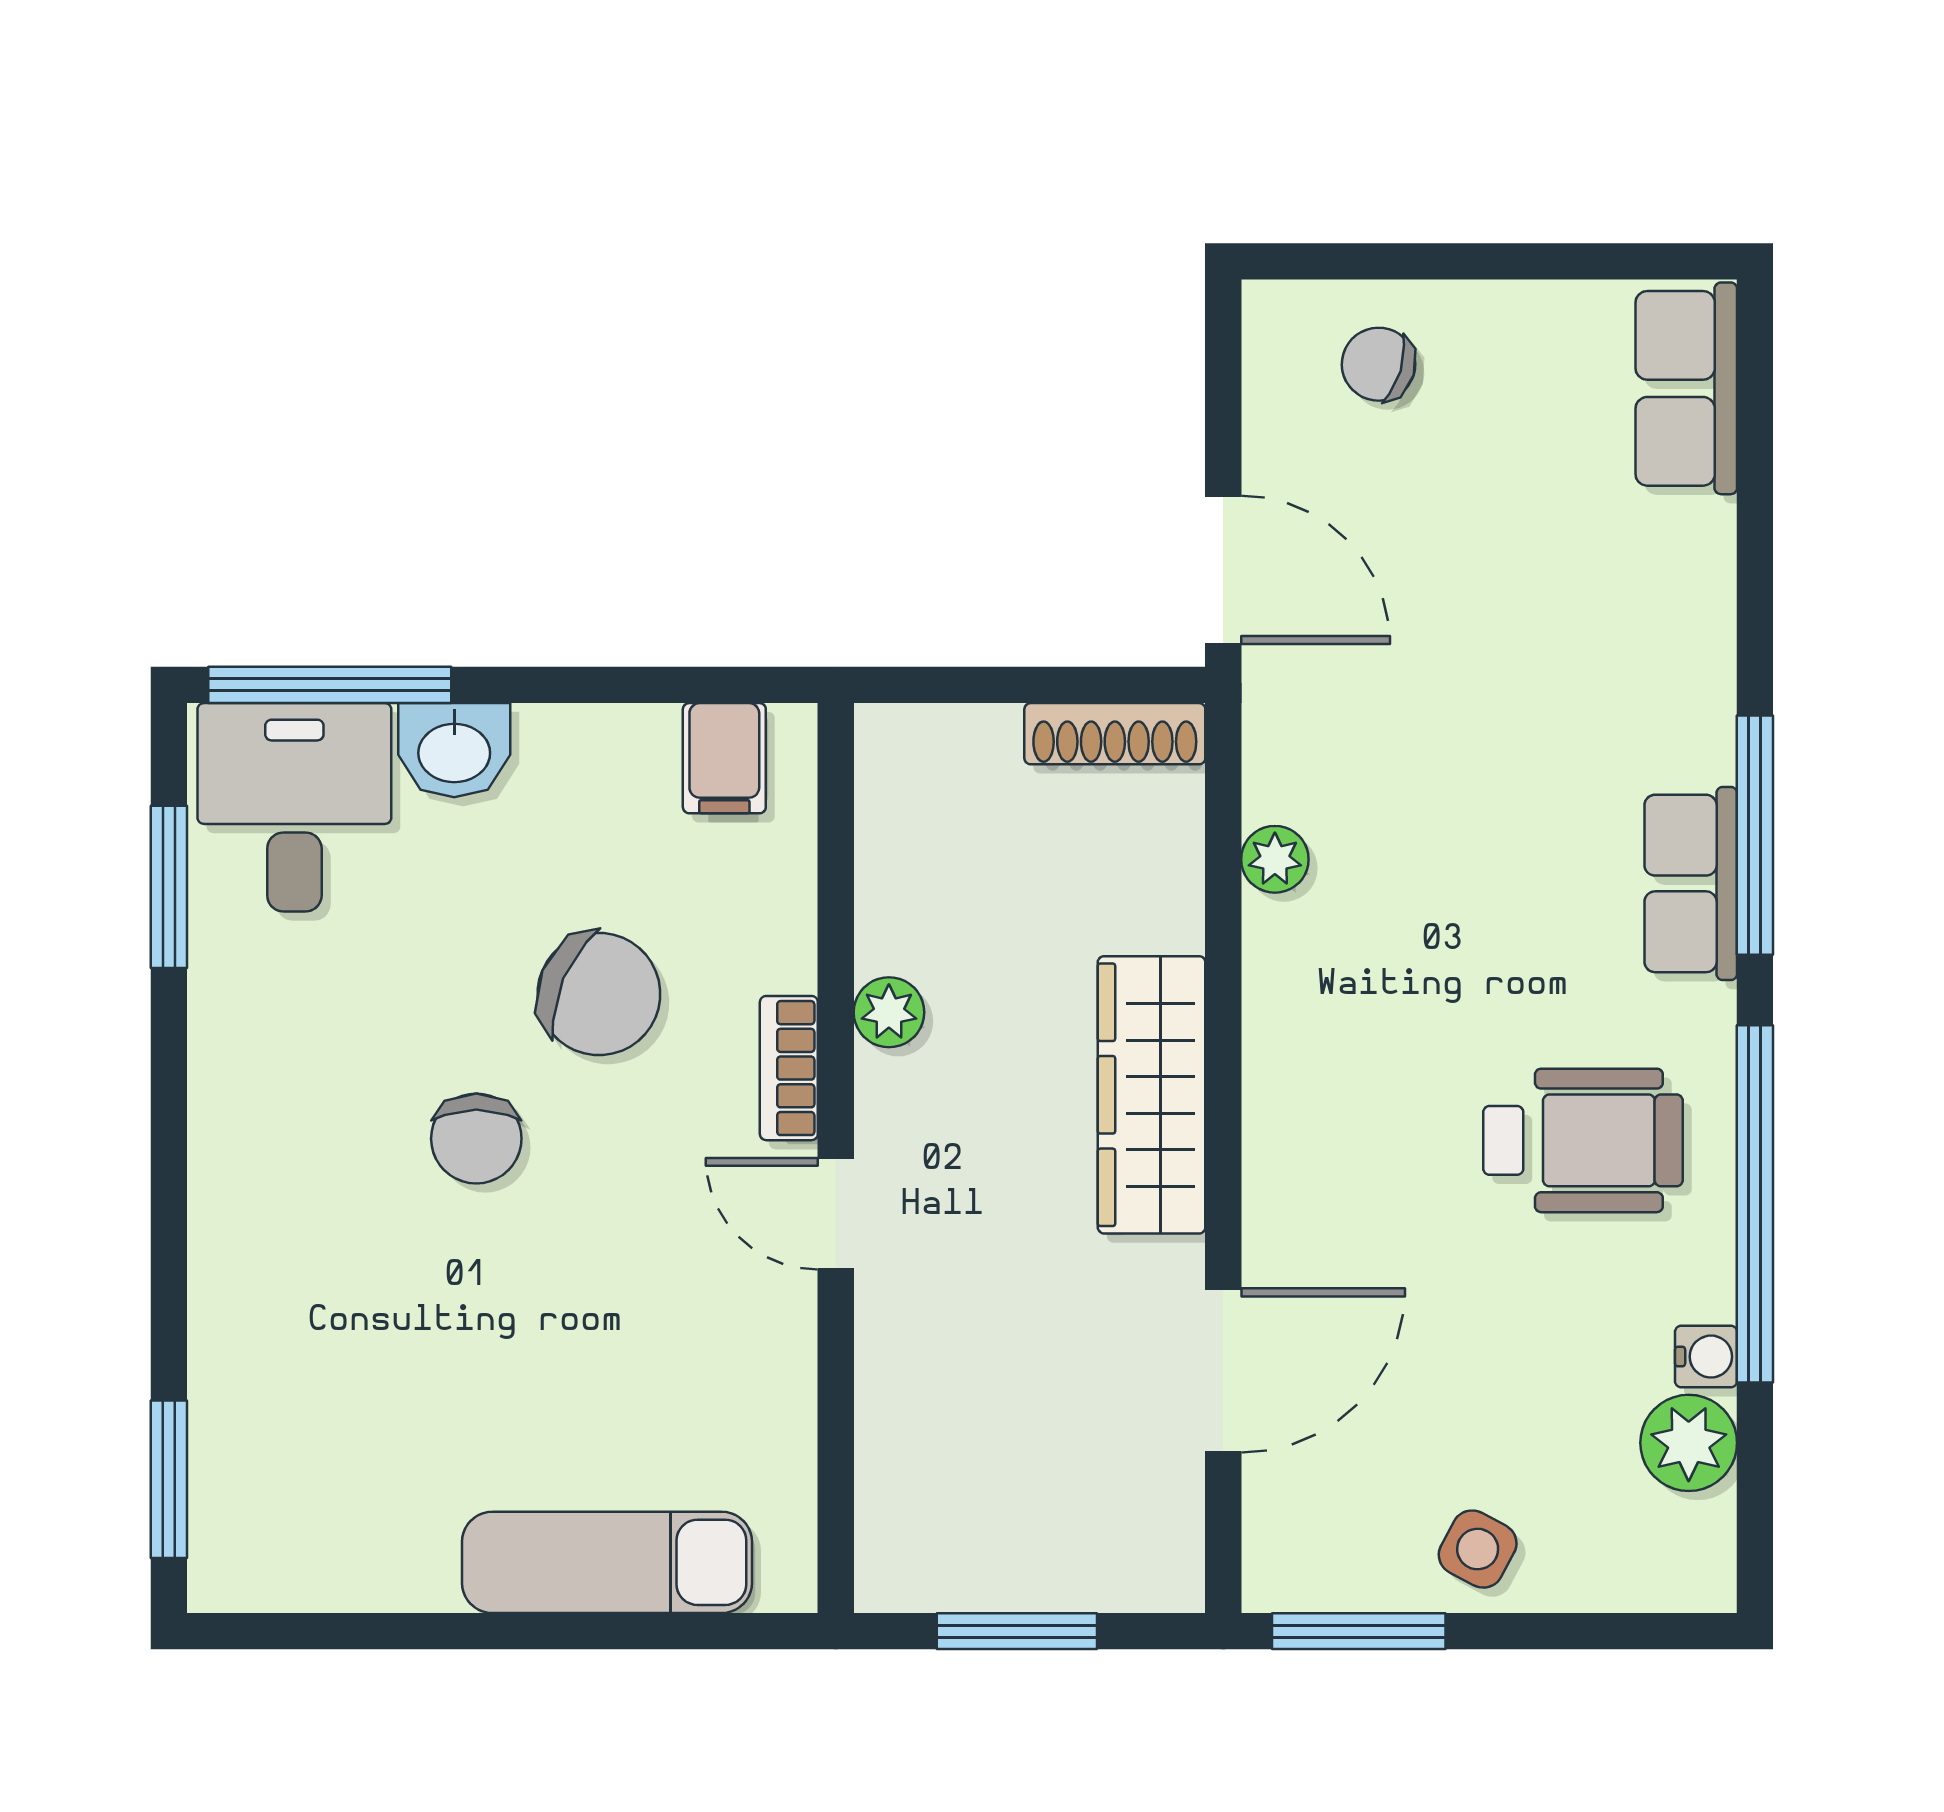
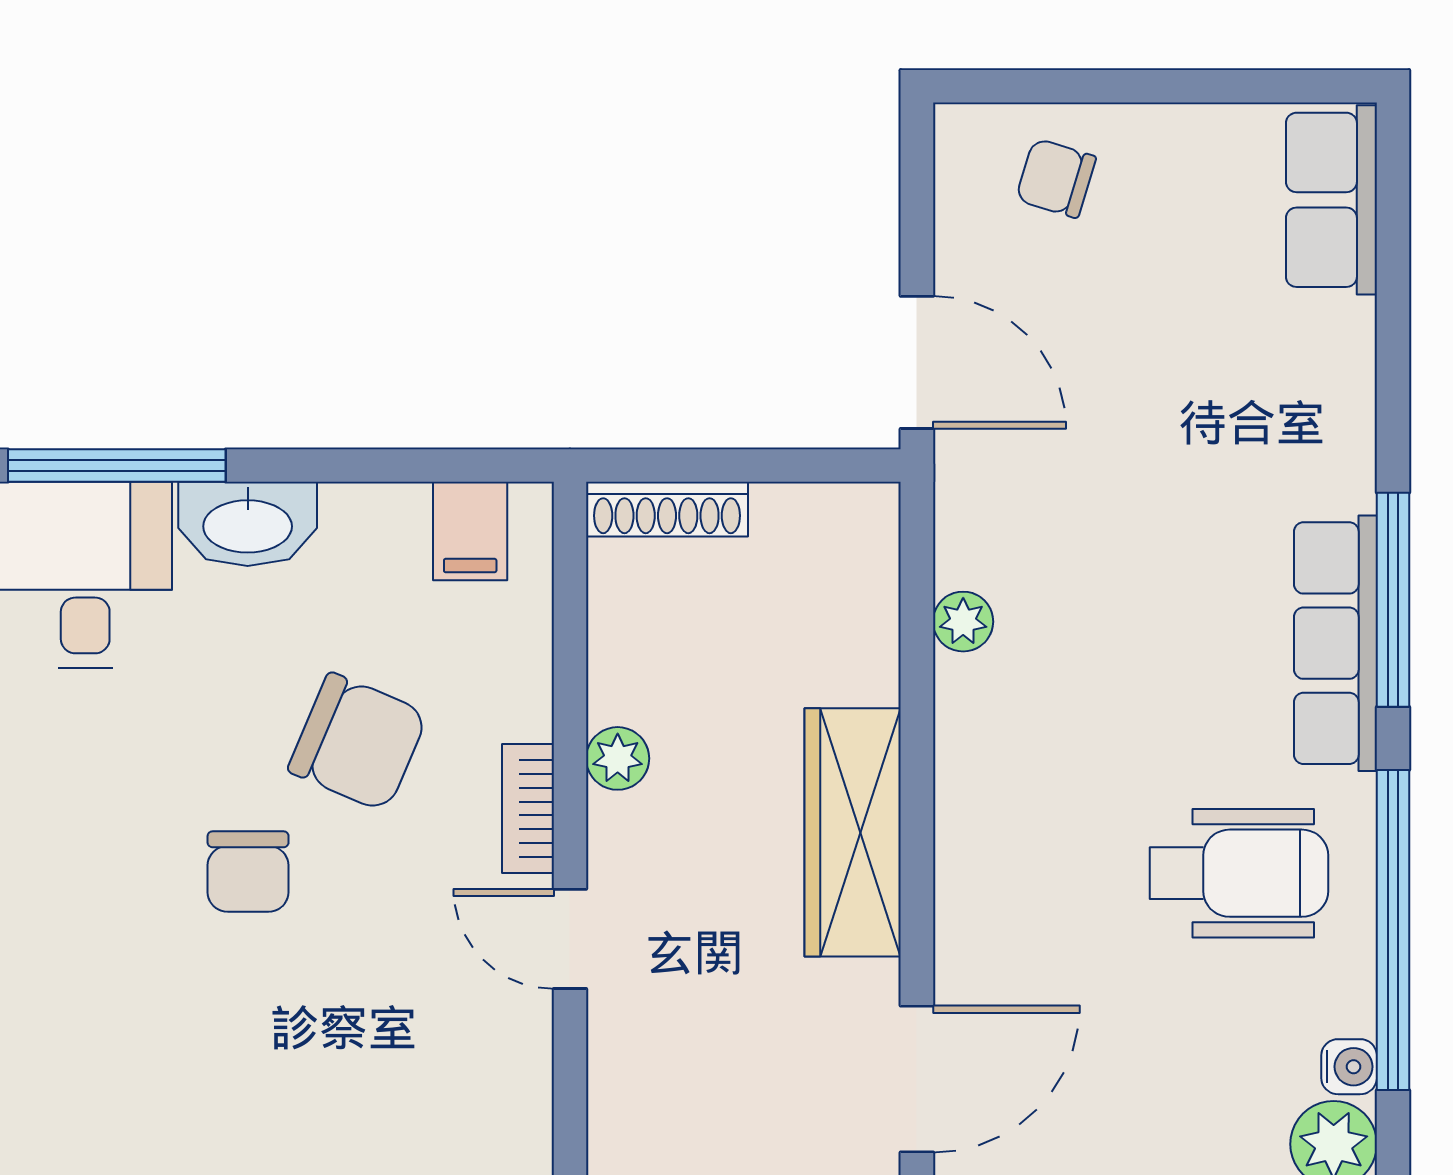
shoe rack: (1115, 734) -> (667, 509), moved
washbasin: (454, 750) -> (248, 524), width x1.38
row of seats: (1691, 883) -> (1335, 643), width x1.48

